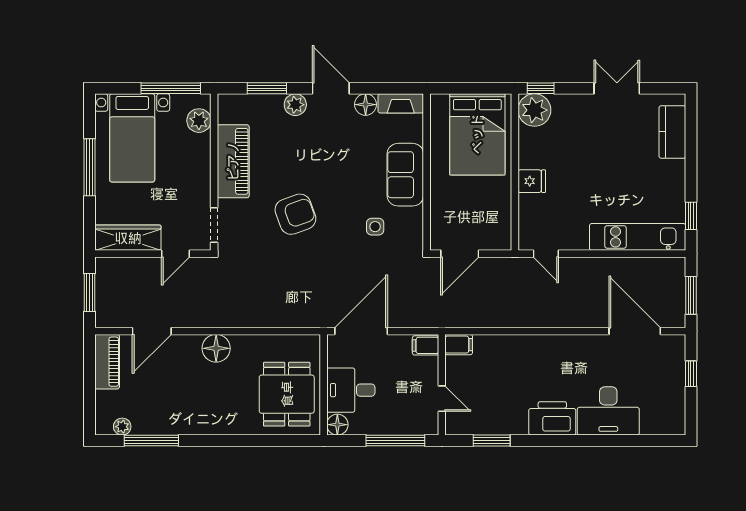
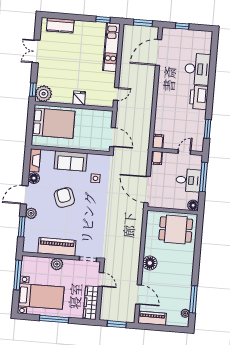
plant: (199, 121) -> (57, 264), moved
armchair: (295, 214) -> (64, 198), moved
desk: (351, 390) -> (188, 180), moved, turned -90

